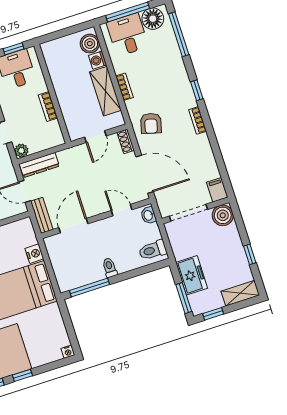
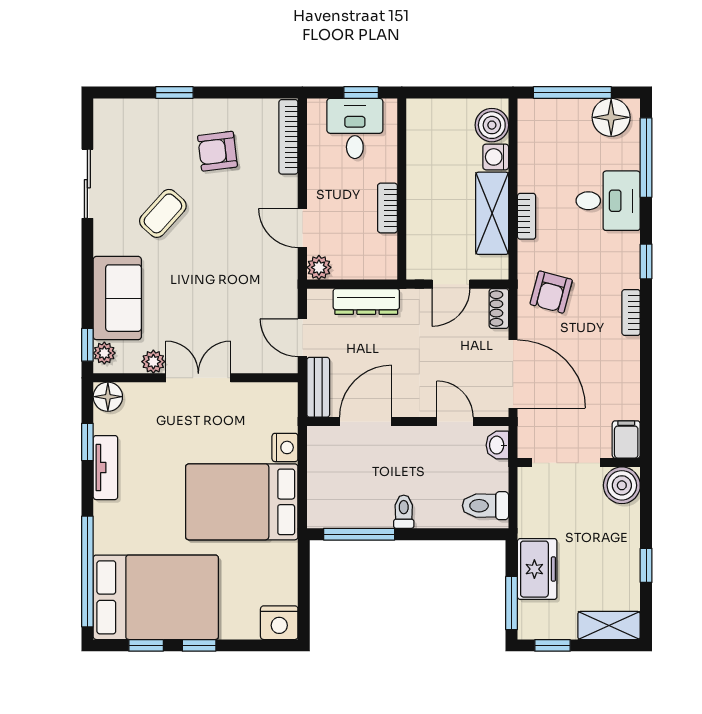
desk: (127, 35) -> (608, 201), moved, turned 90
dresser: (39, 165) -> (366, 301), moved
nightstand: (68, 352) -> (279, 623), width x1.89, depth x1.79

